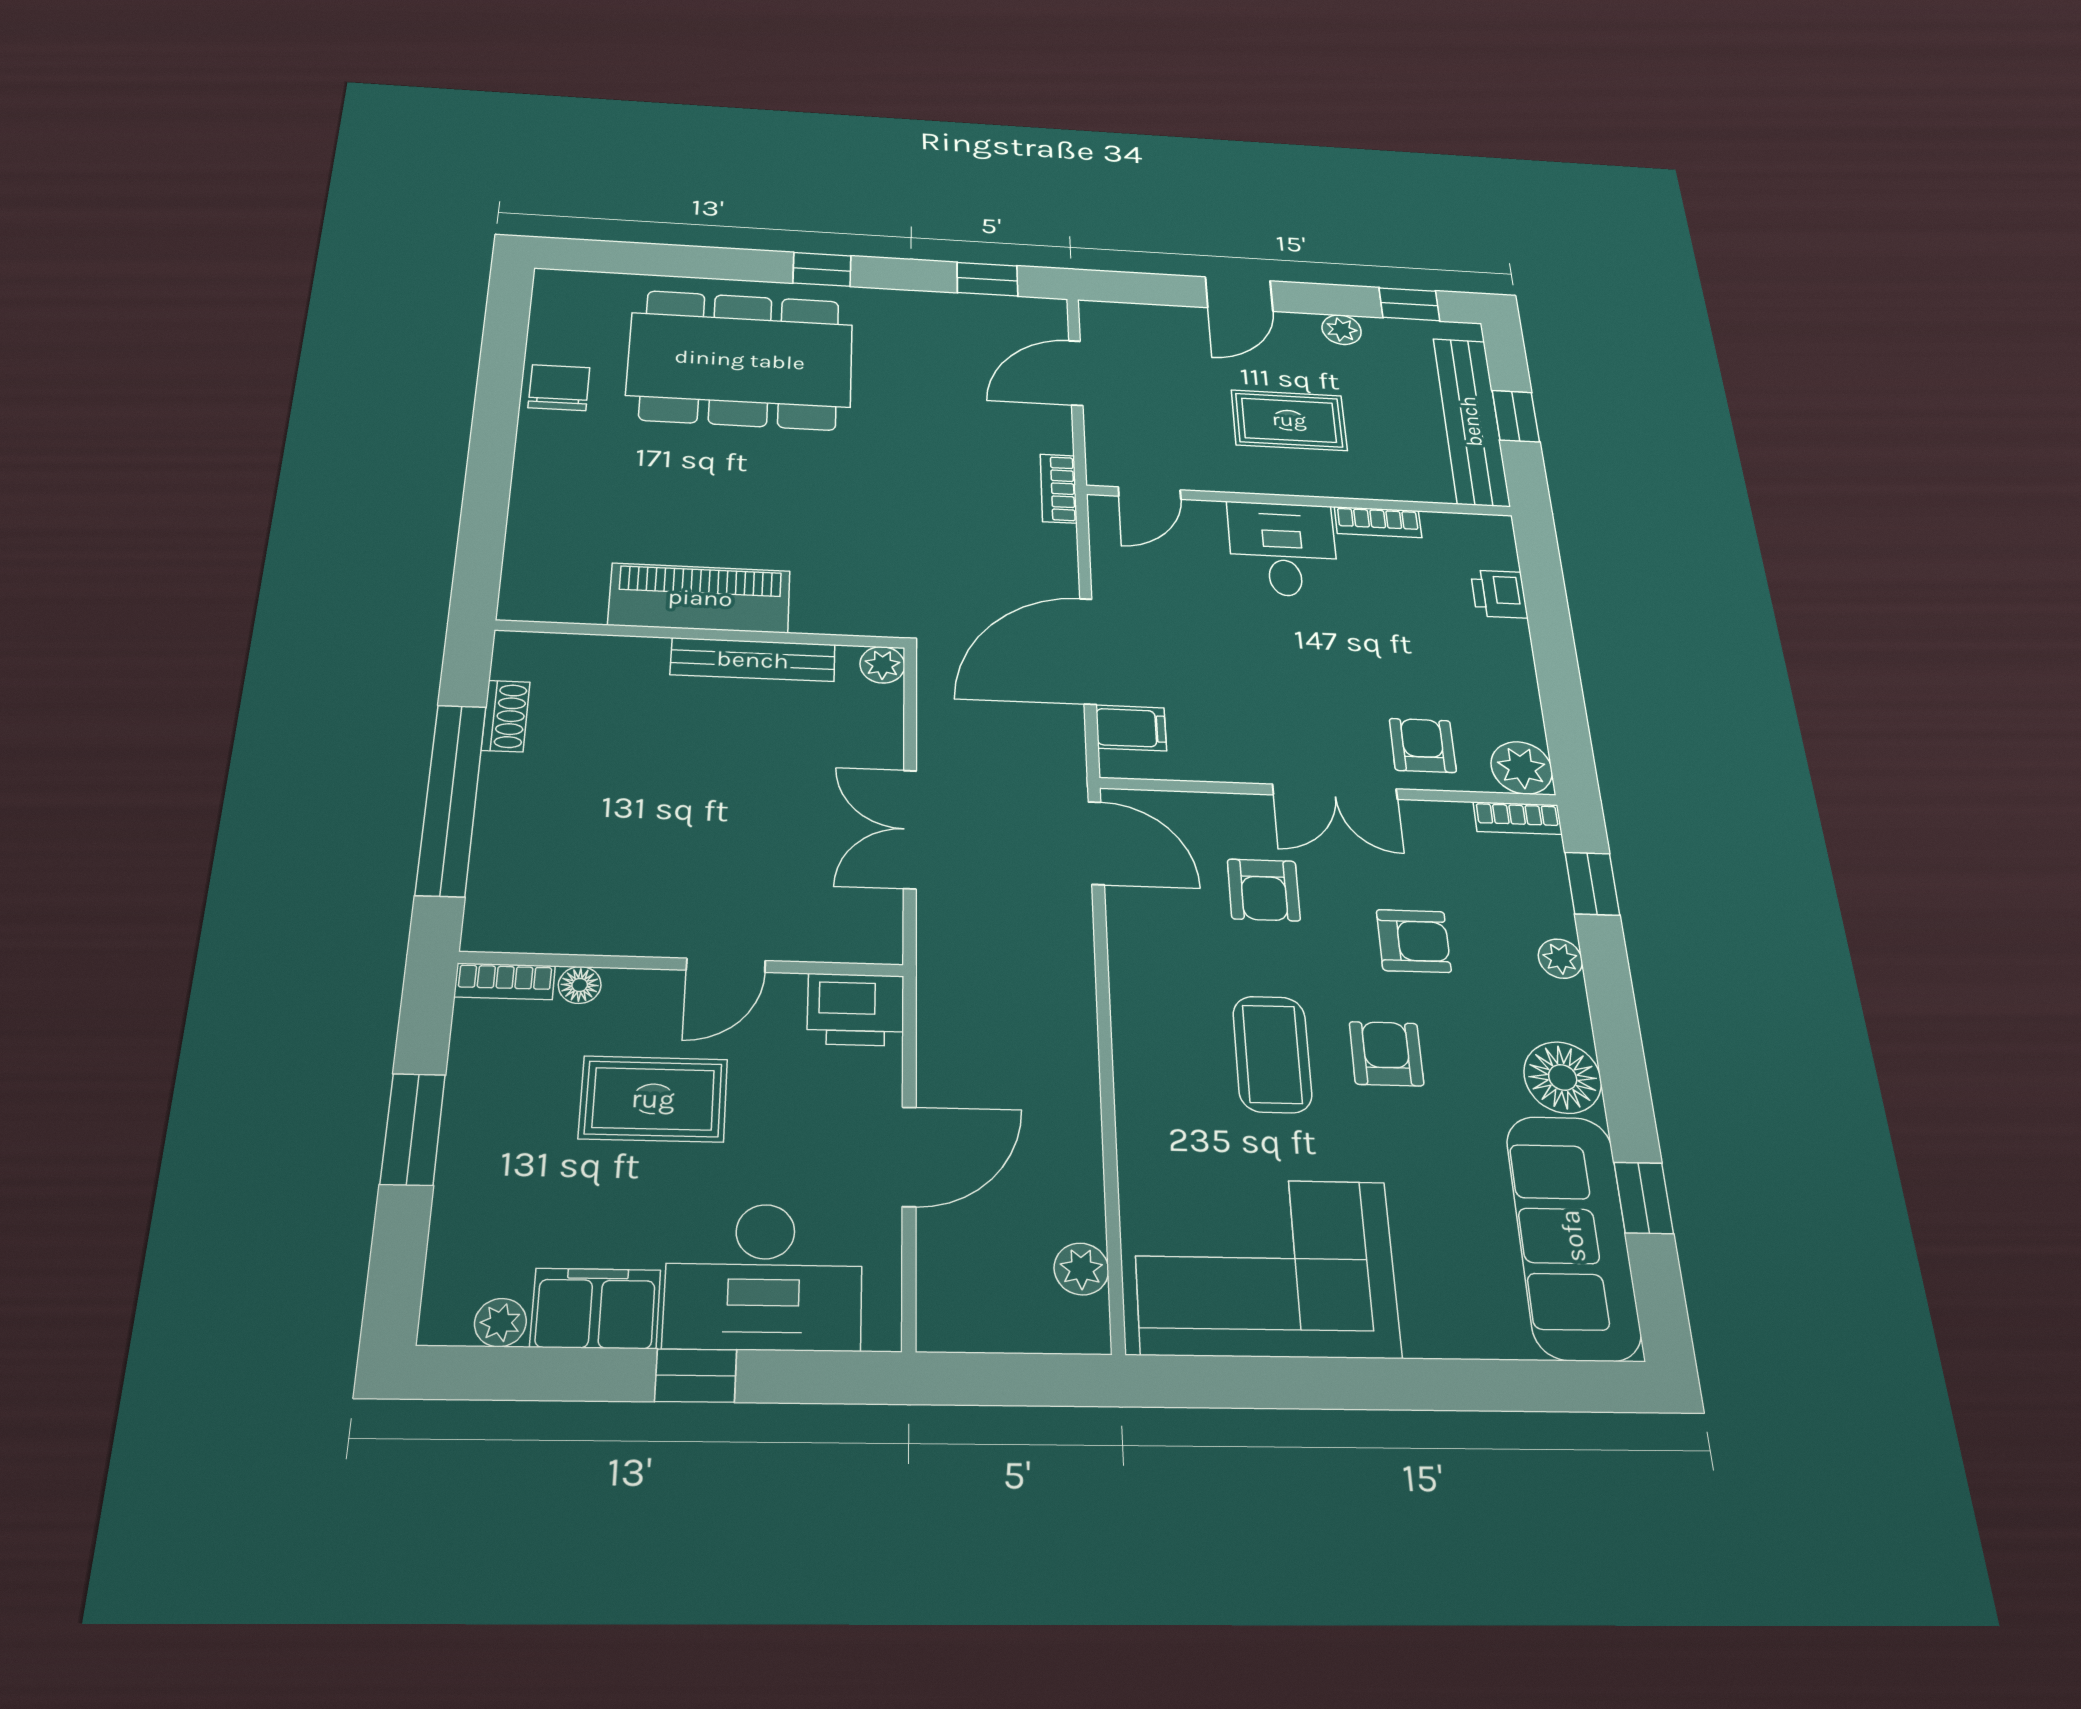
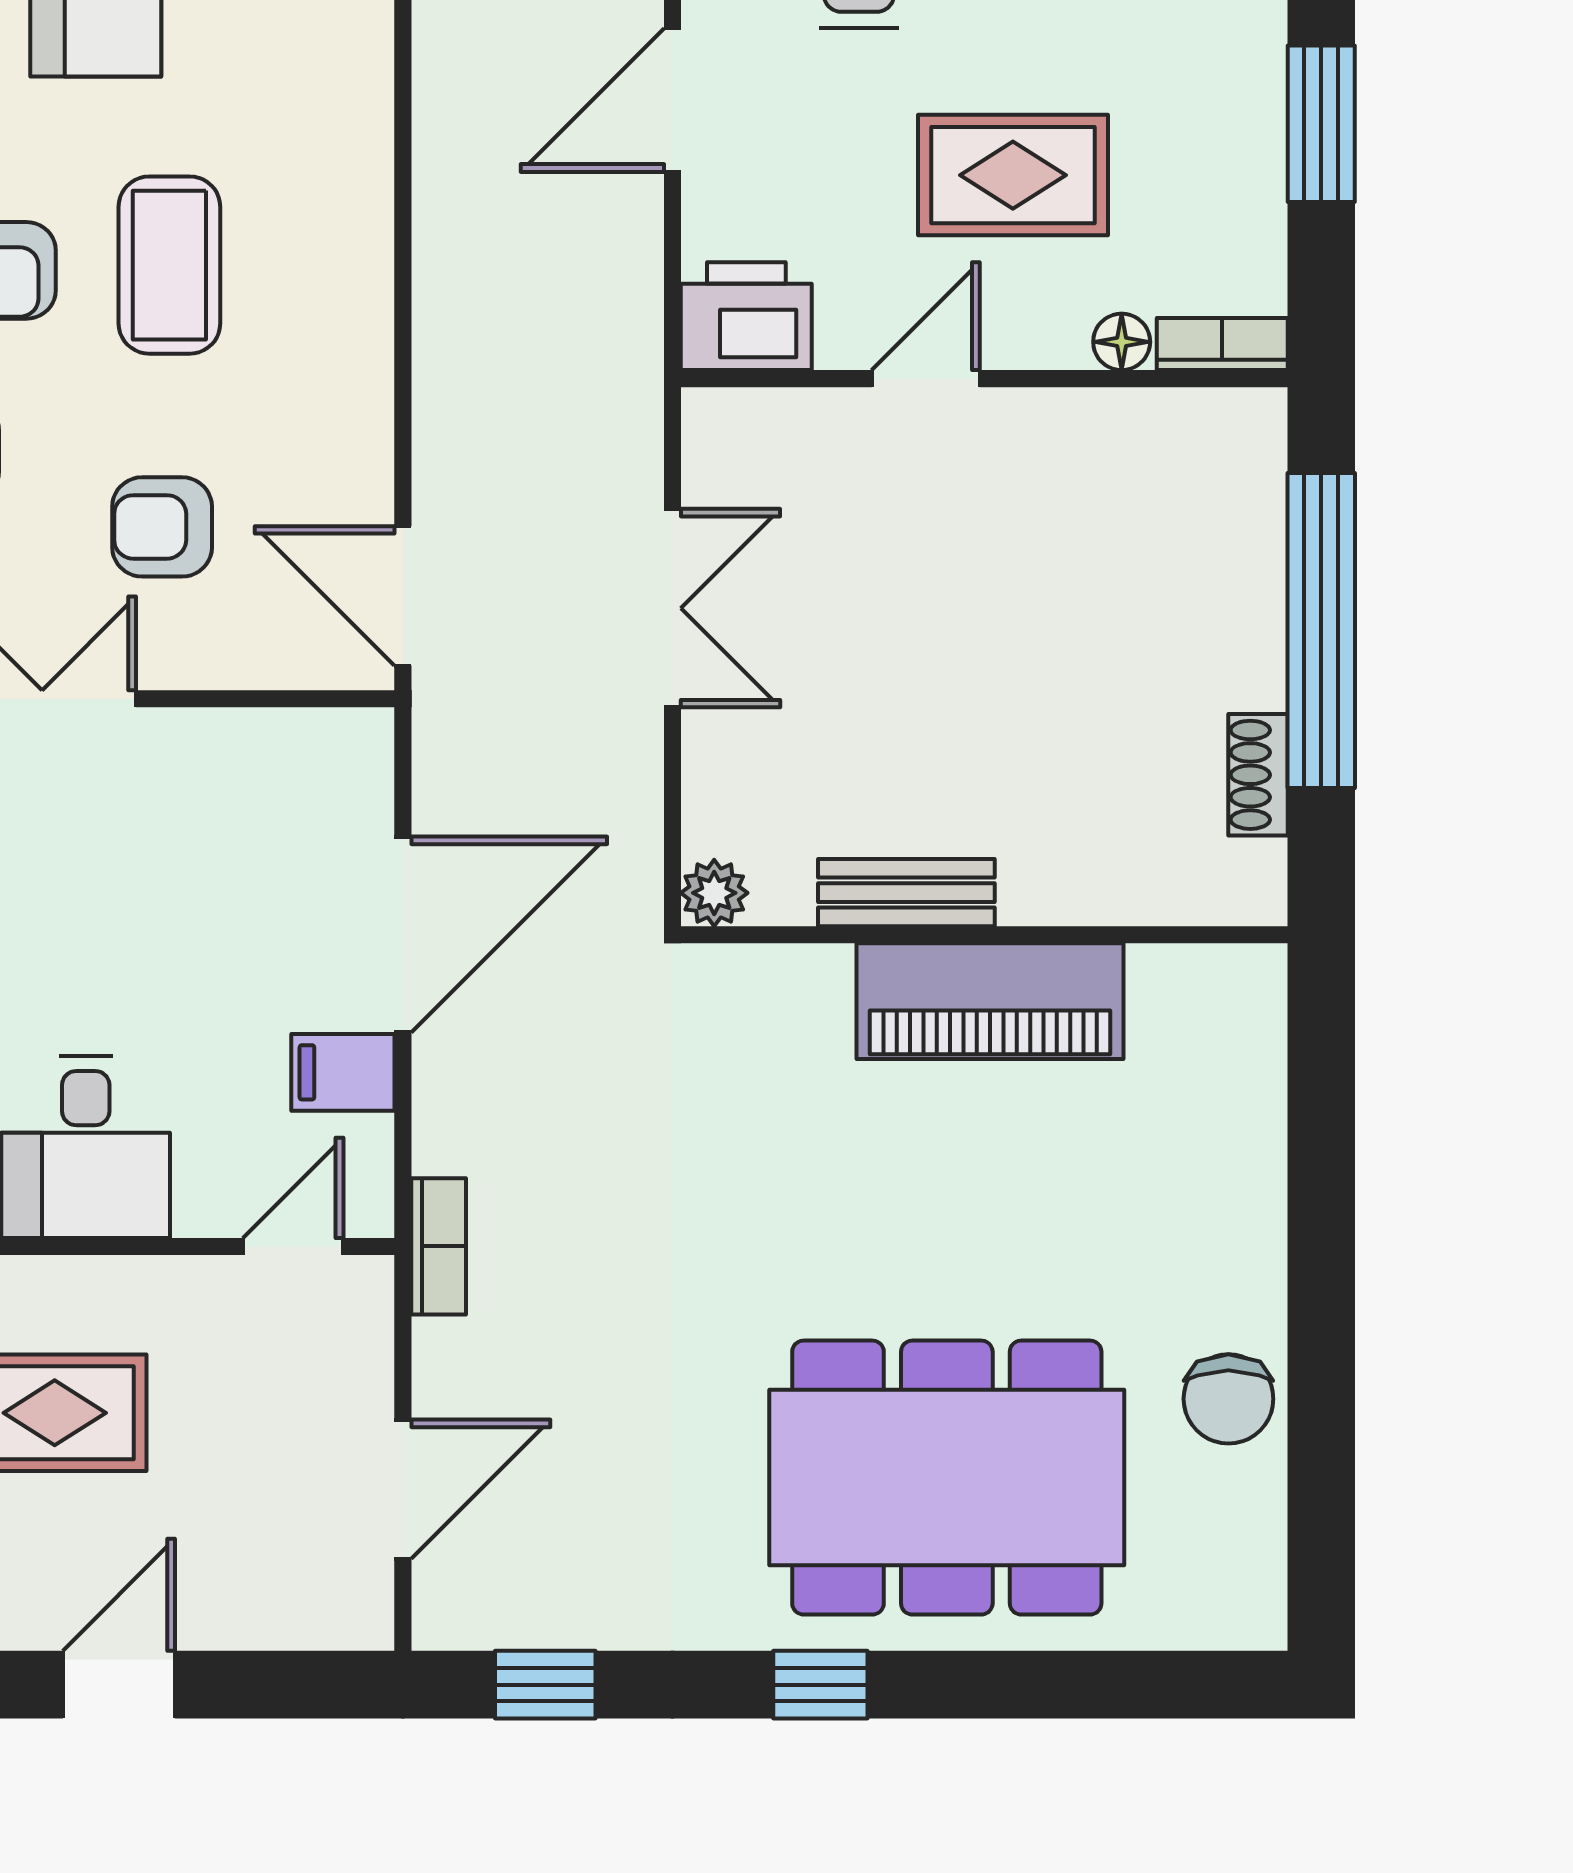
bench: (753, 660) -> (906, 893), width x0.73
filing cabinet: (1131, 728) -> (343, 1072), moved
armchair: (1264, 890) -> (162, 527), turned -90

